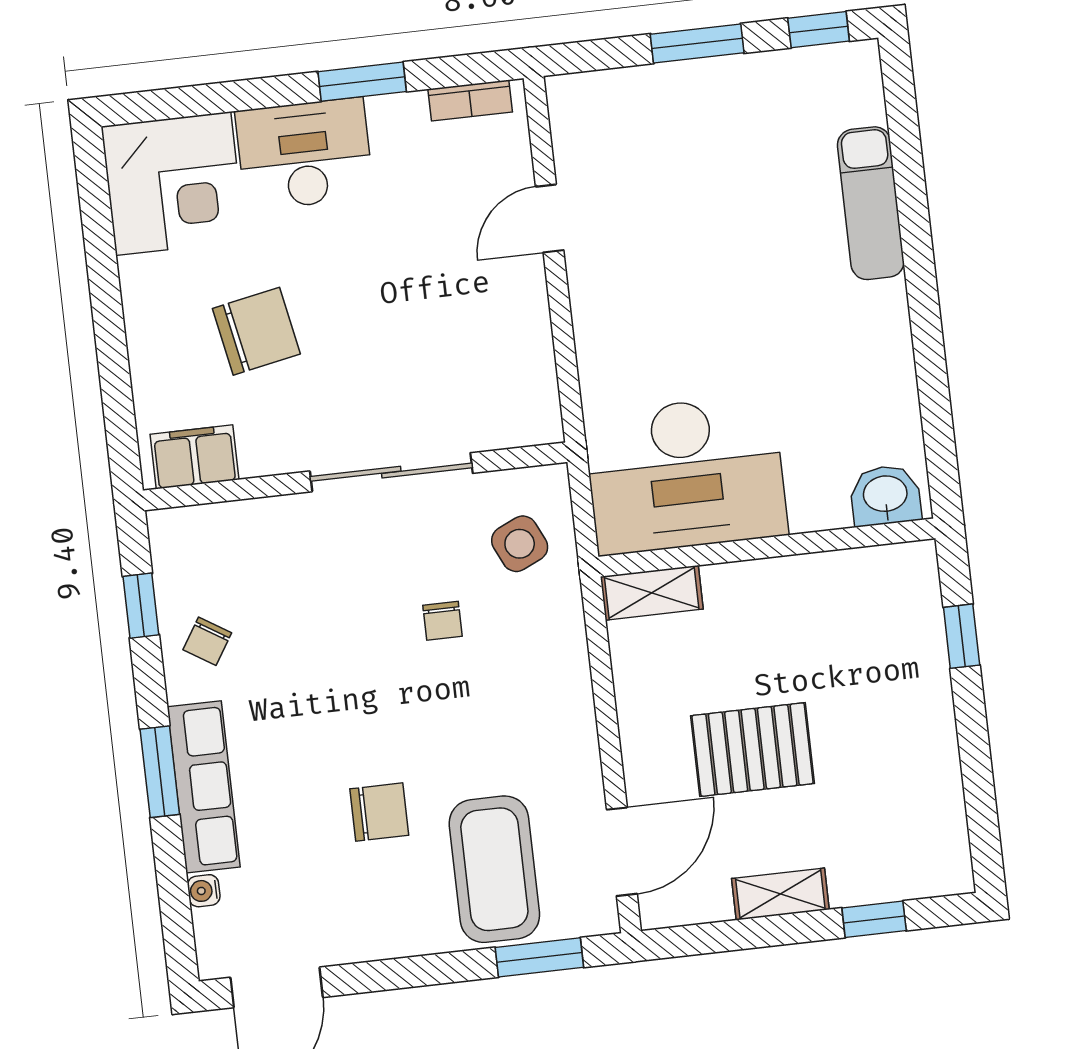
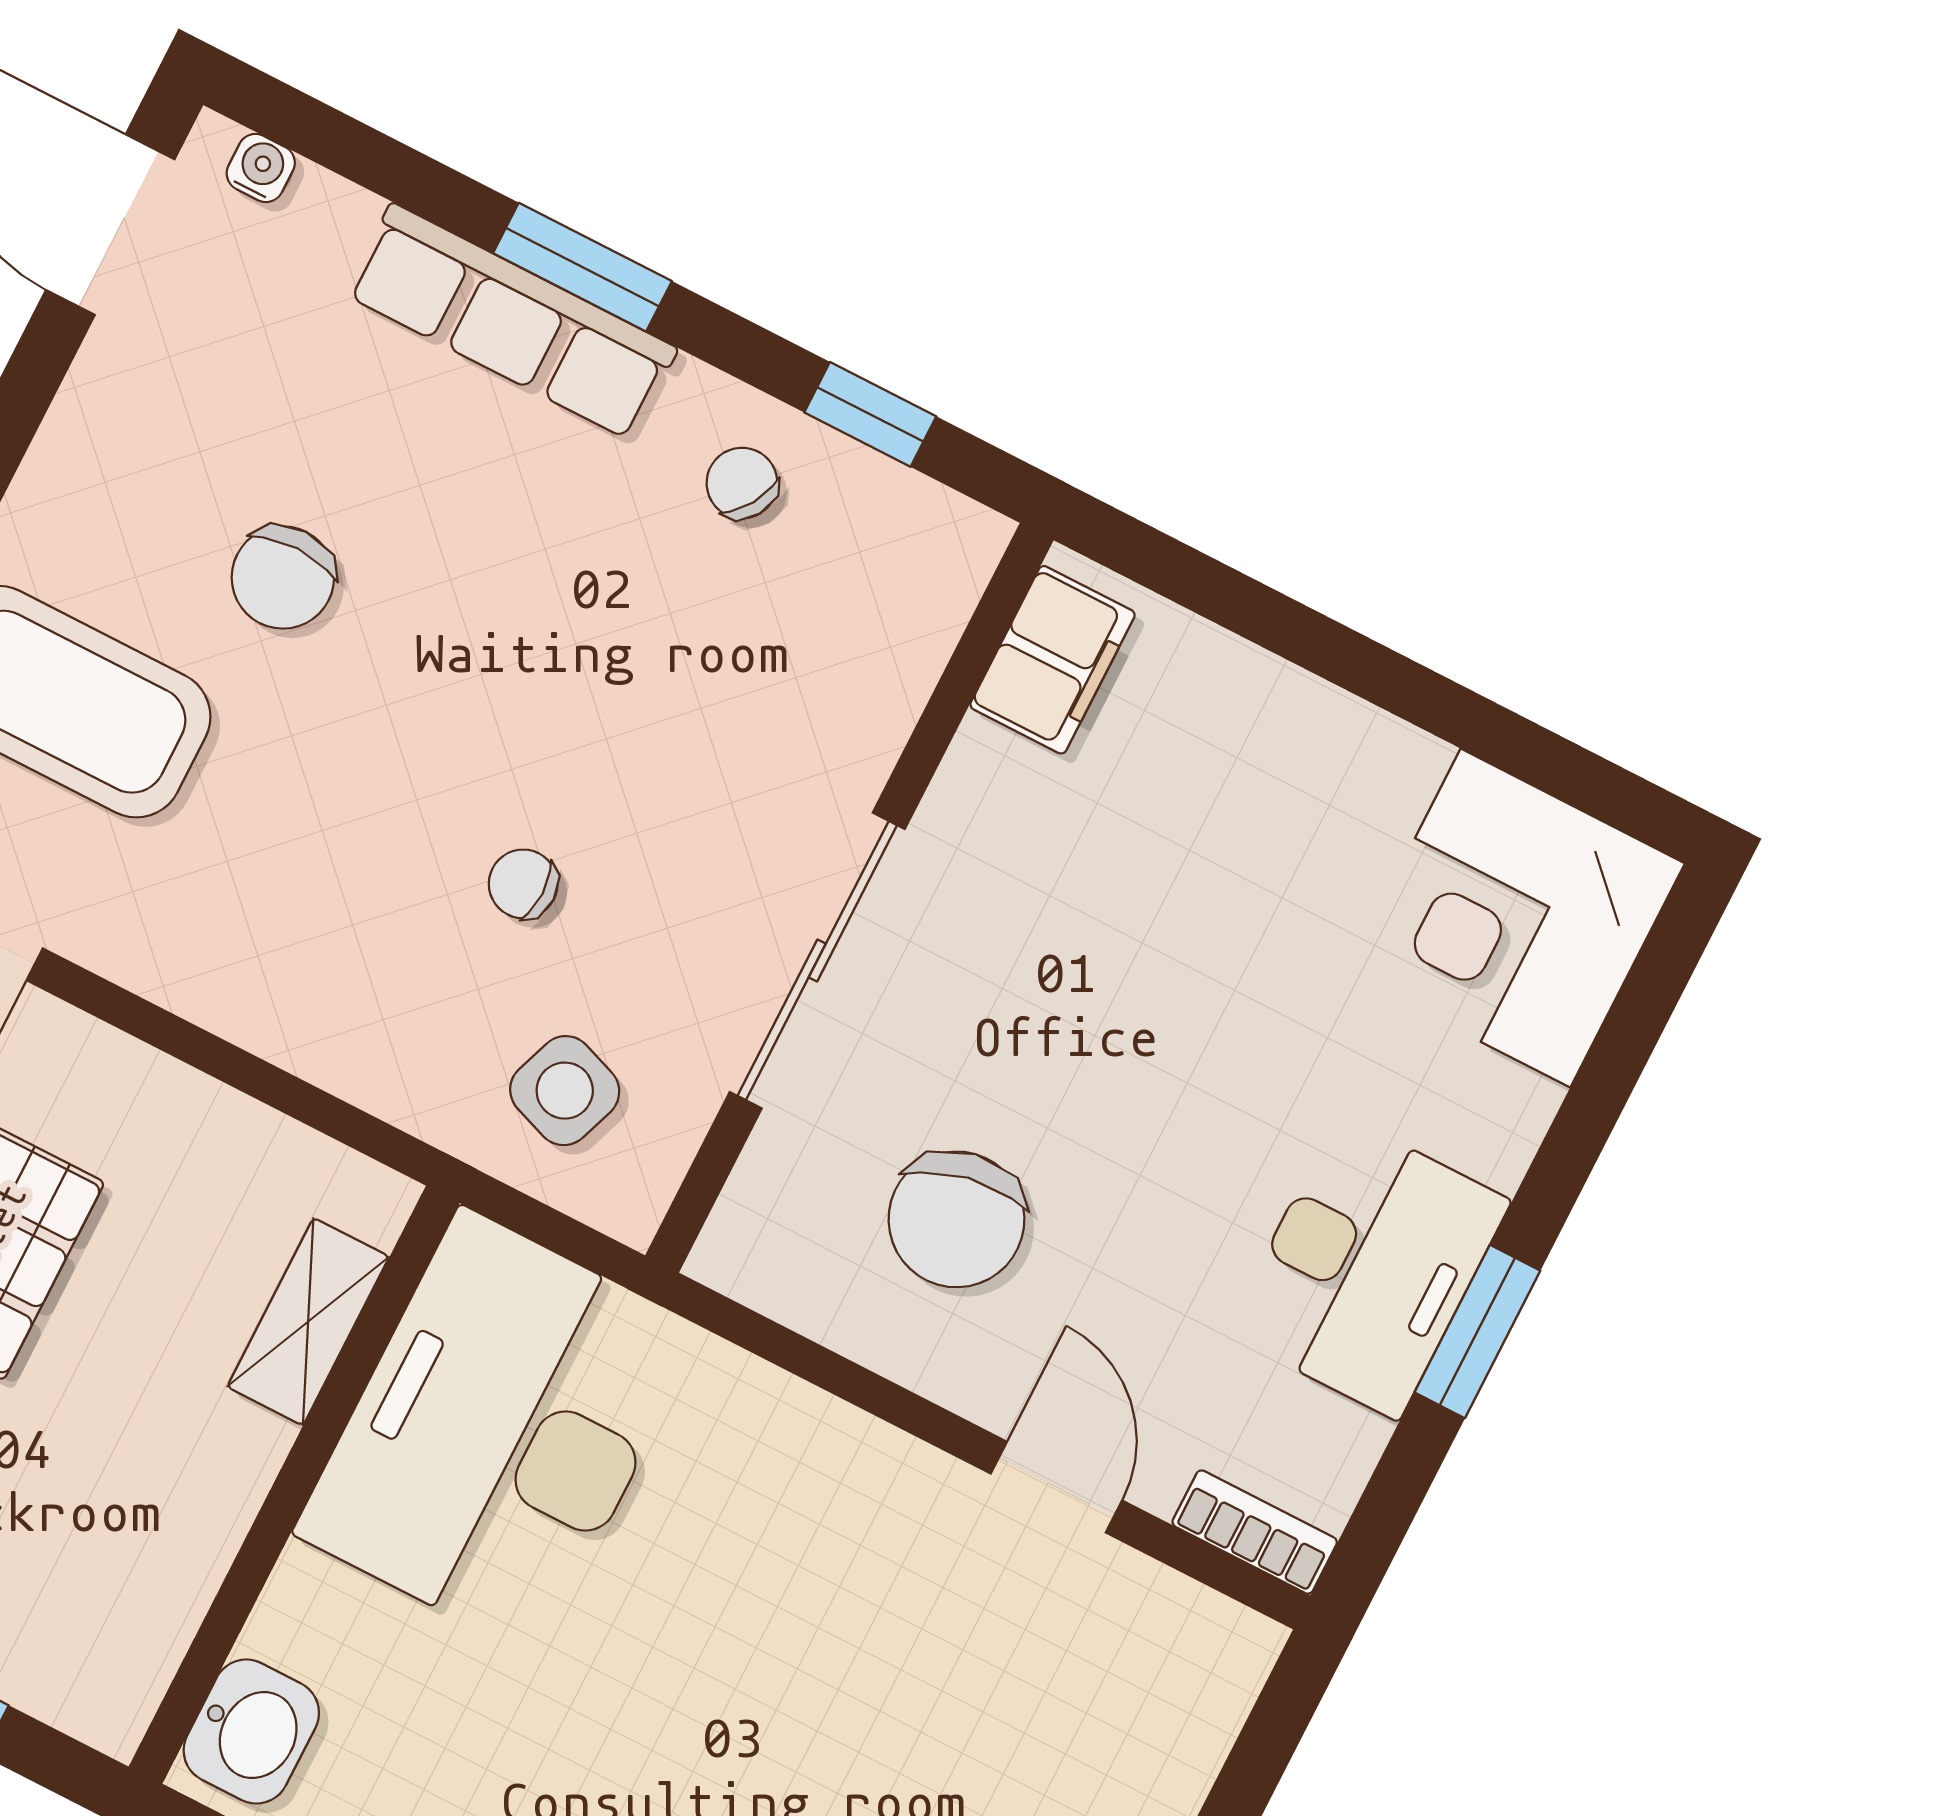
bookcase: (470, 100) -> (1255, 1532), moved, turned 90
desk: (304, 154) -> (1368, 1267), moved
chair: (256, 331) -> (956, 1219), moved
side table: (520, 544) -> (565, 1091), turned 45
shelving: (652, 593) -> (308, 1322), moved
water cooler: (204, 891) -> (261, 168), moved

